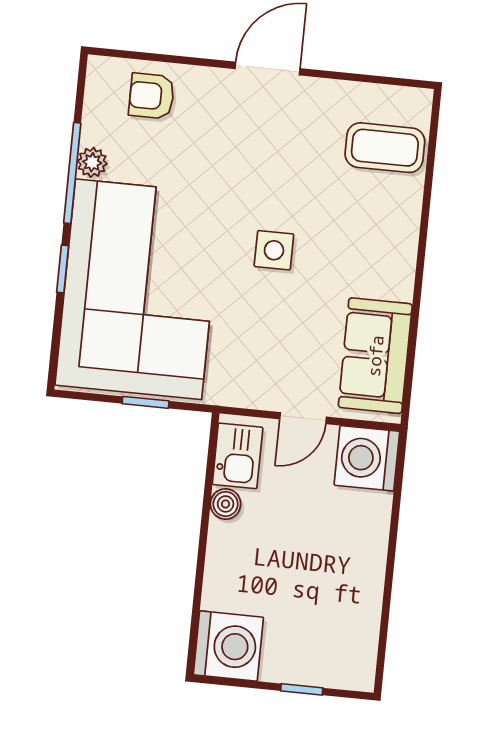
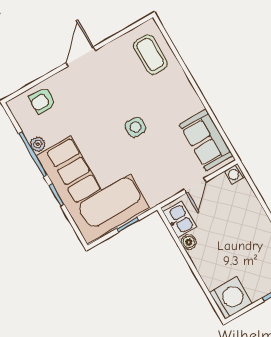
coffee table: (385, 148) -> (150, 54), turned 90
washing machine: (367, 458) -> (235, 174), width x0.53, depth x0.53

